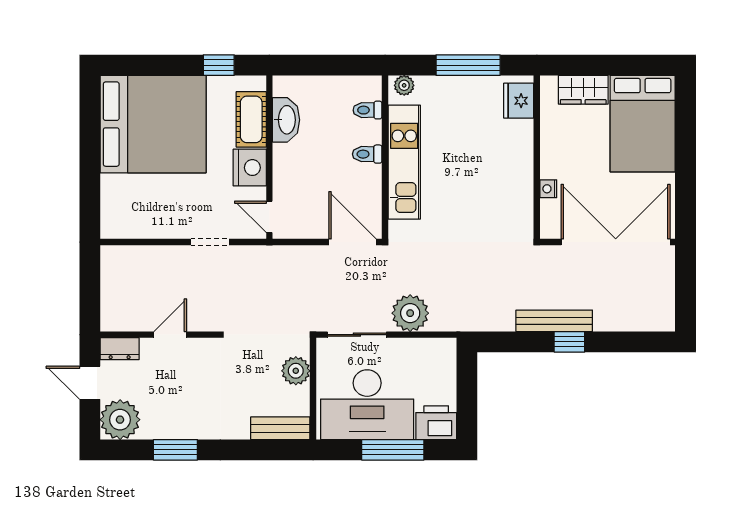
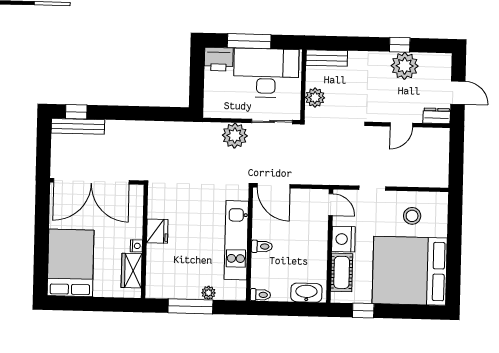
plant: (404, 85) -> (209, 293), moved
wardrobe: (583, 90) -> (132, 271), moved, turned -90
fridge: (519, 101) -> (157, 231), moved
toilet: (368, 110) -> (260, 295), moved
washbasin: (286, 120) -> (306, 293), moved, turned 90
nightstand: (548, 189) -> (136, 246), moved
stool: (152, 203) -> (412, 216), added
bench: (554, 321) -> (78, 126), moved
window: (569, 342) -> (76, 112), moved
plant: (120, 420) -> (405, 66), moved
window: (175, 450) -> (400, 45), width x0.67

